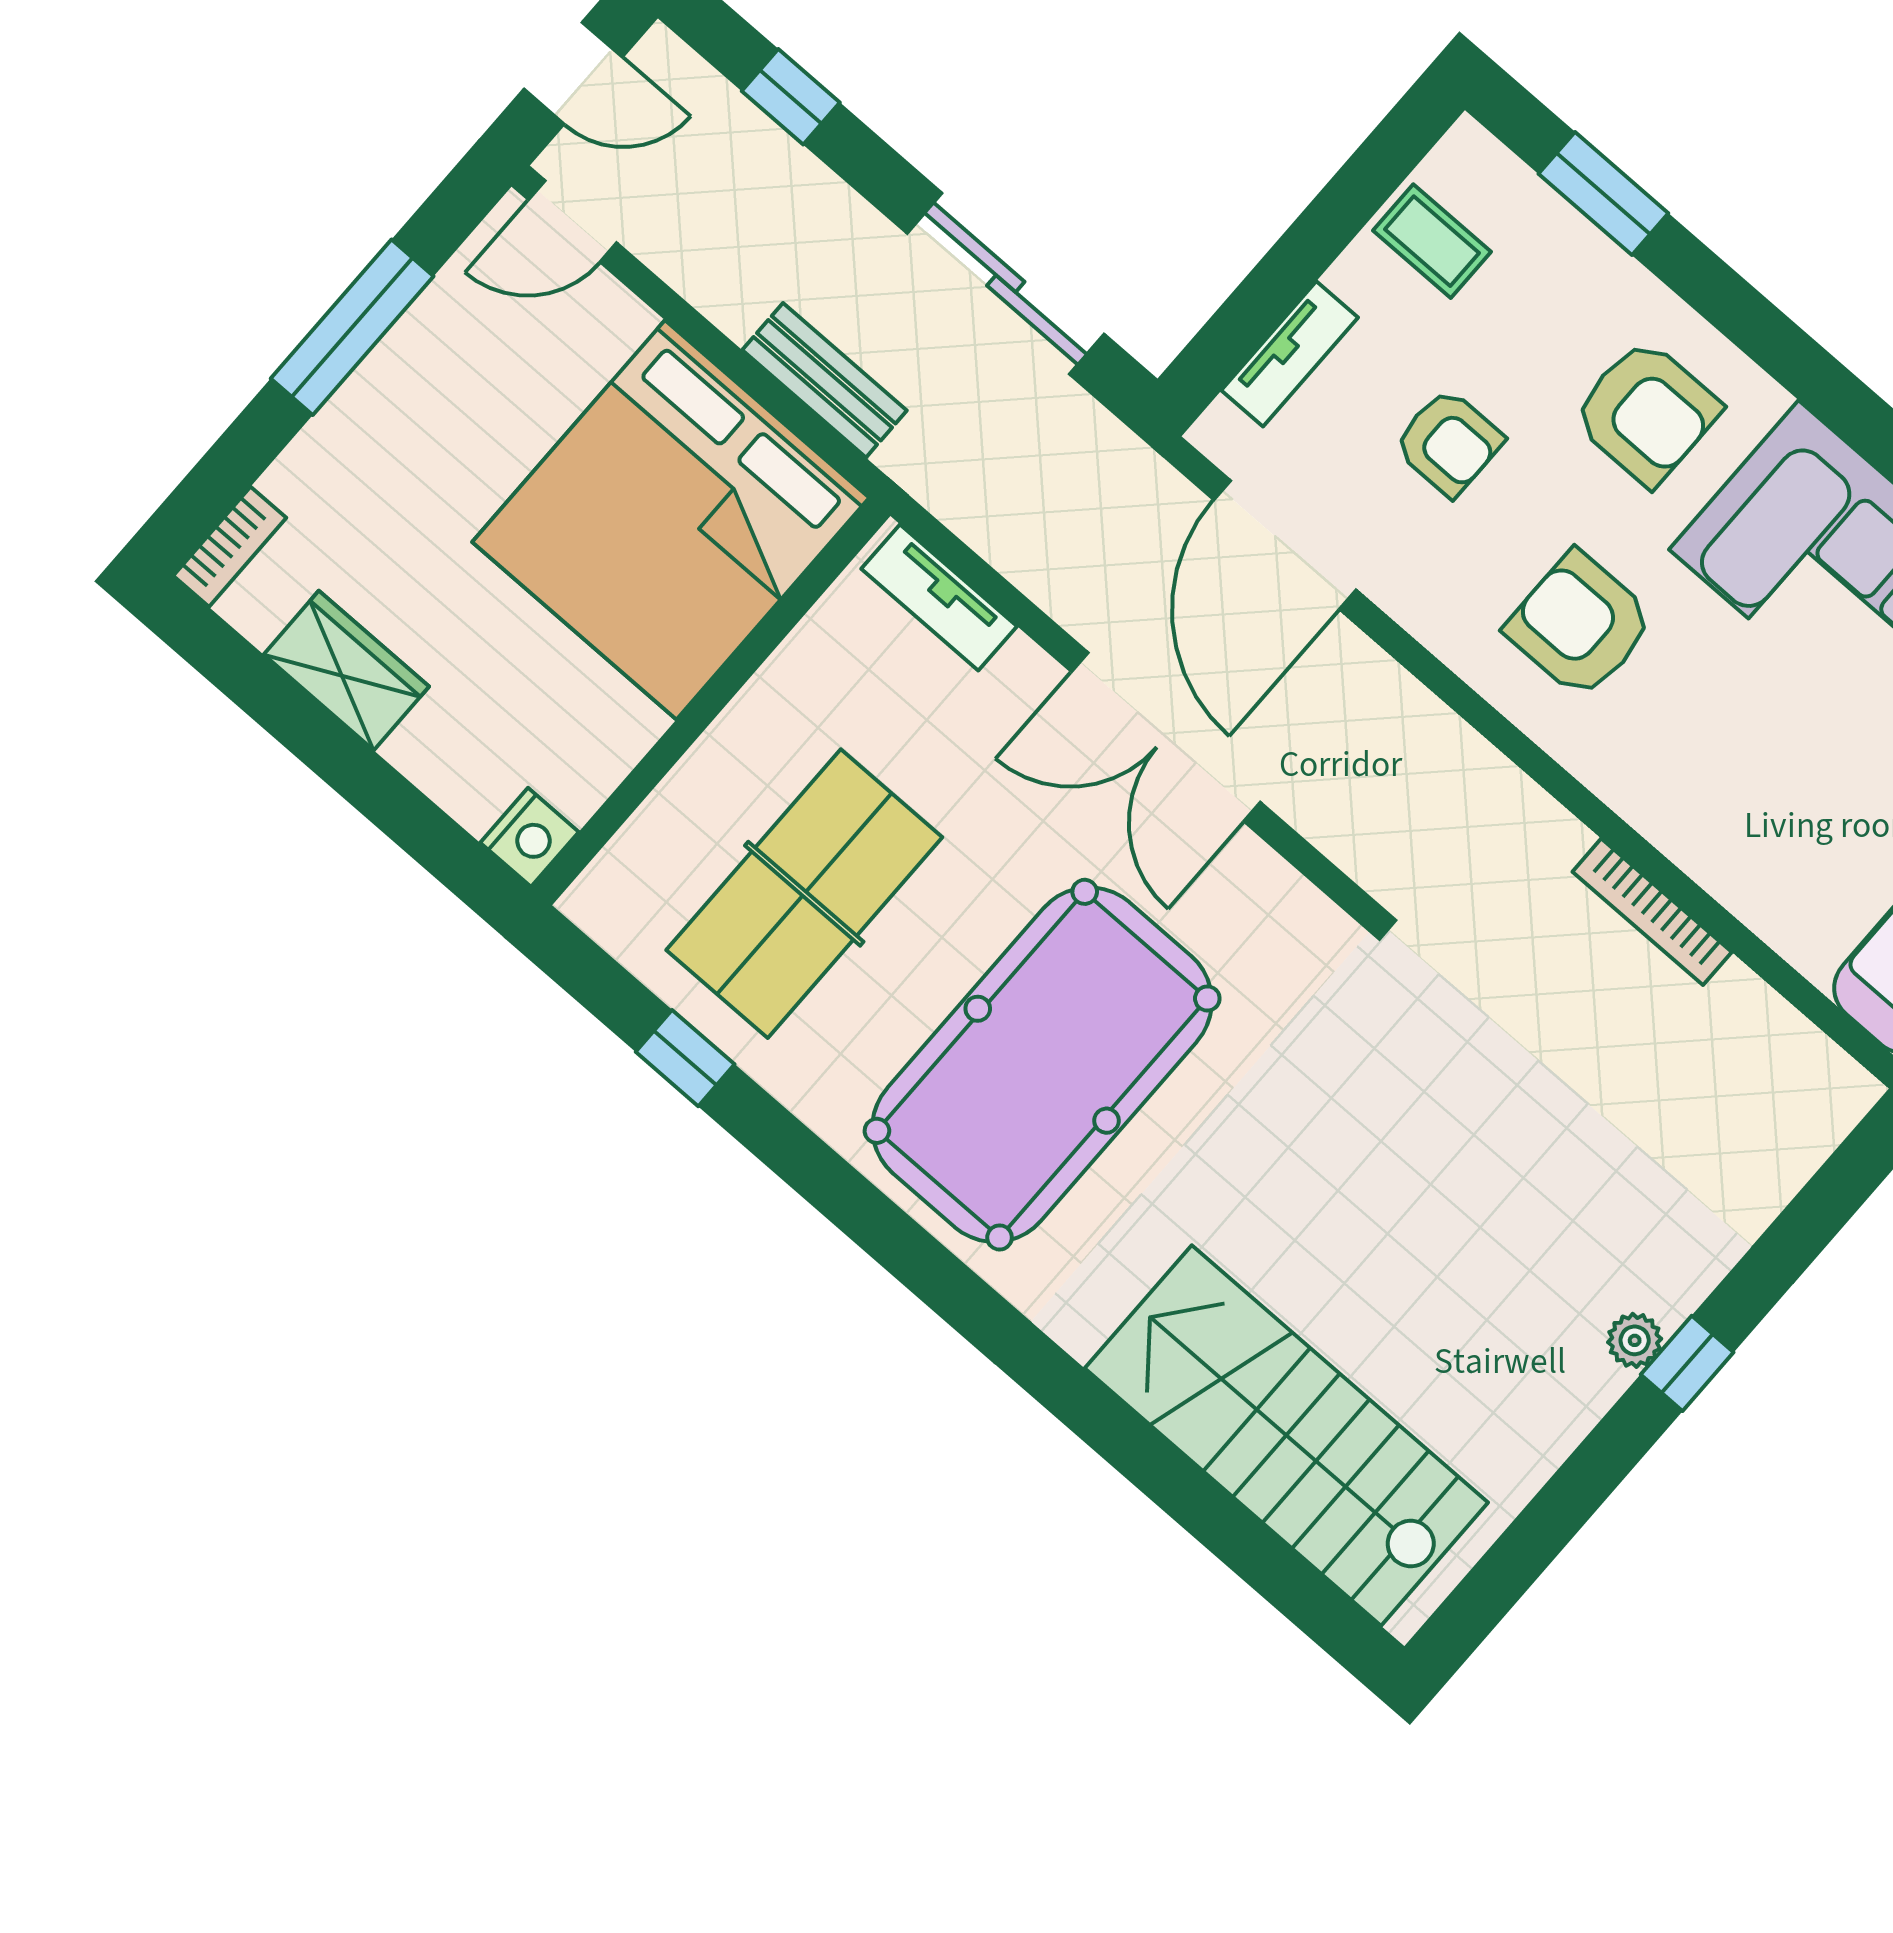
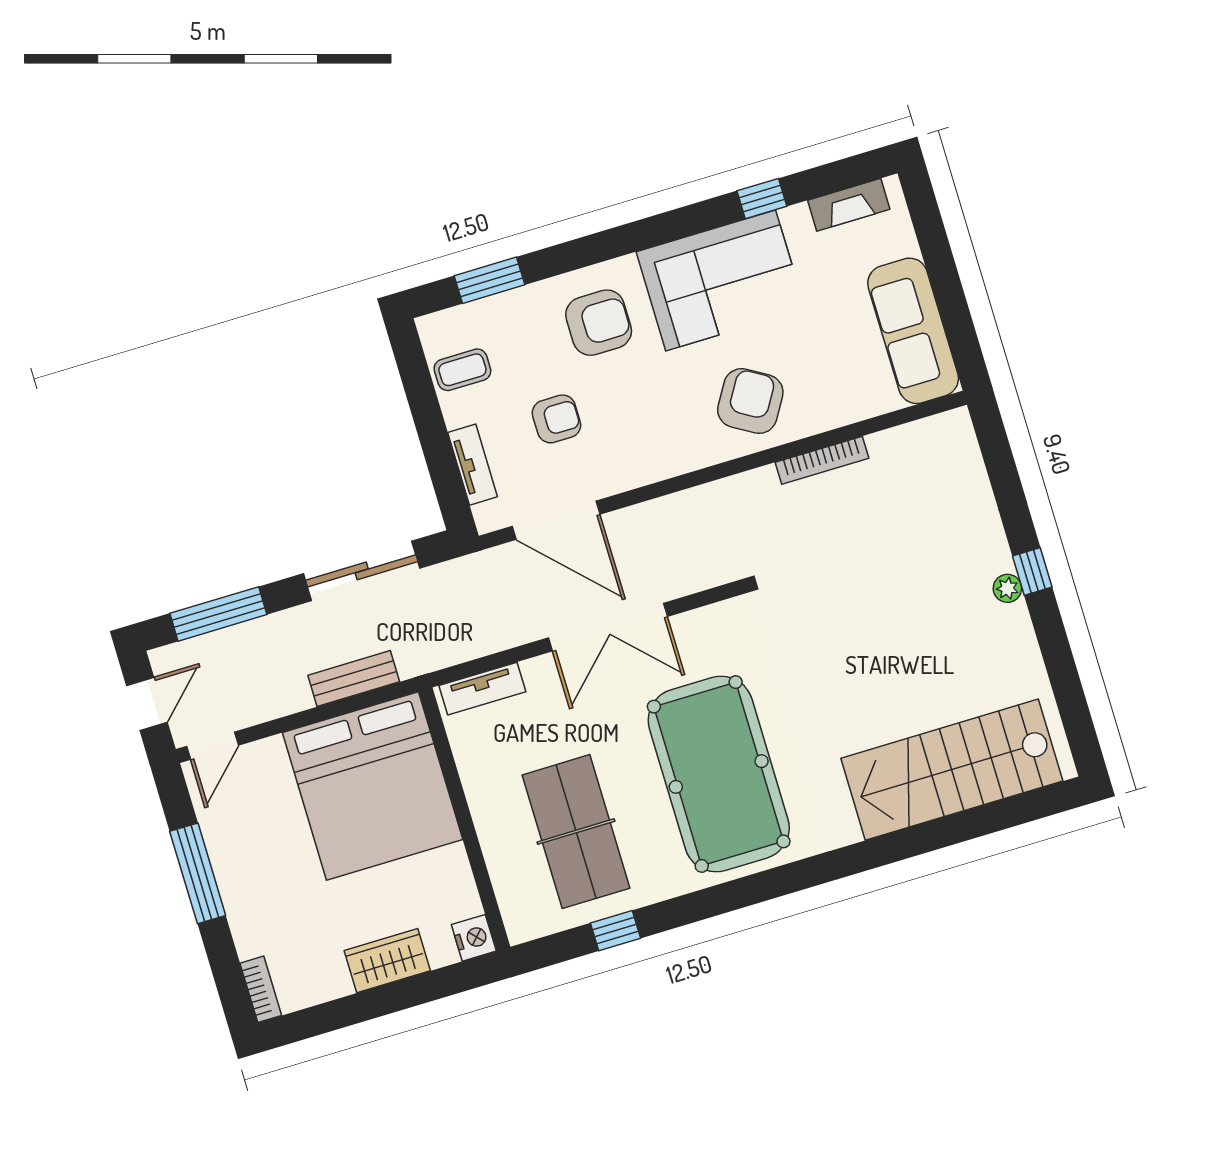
window: (791, 97) -> (218, 614), width x2.17
armchair: (1580, 625) -> (750, 401), moved, turned 121
wardrobe: (346, 671) -> (387, 961), moved

